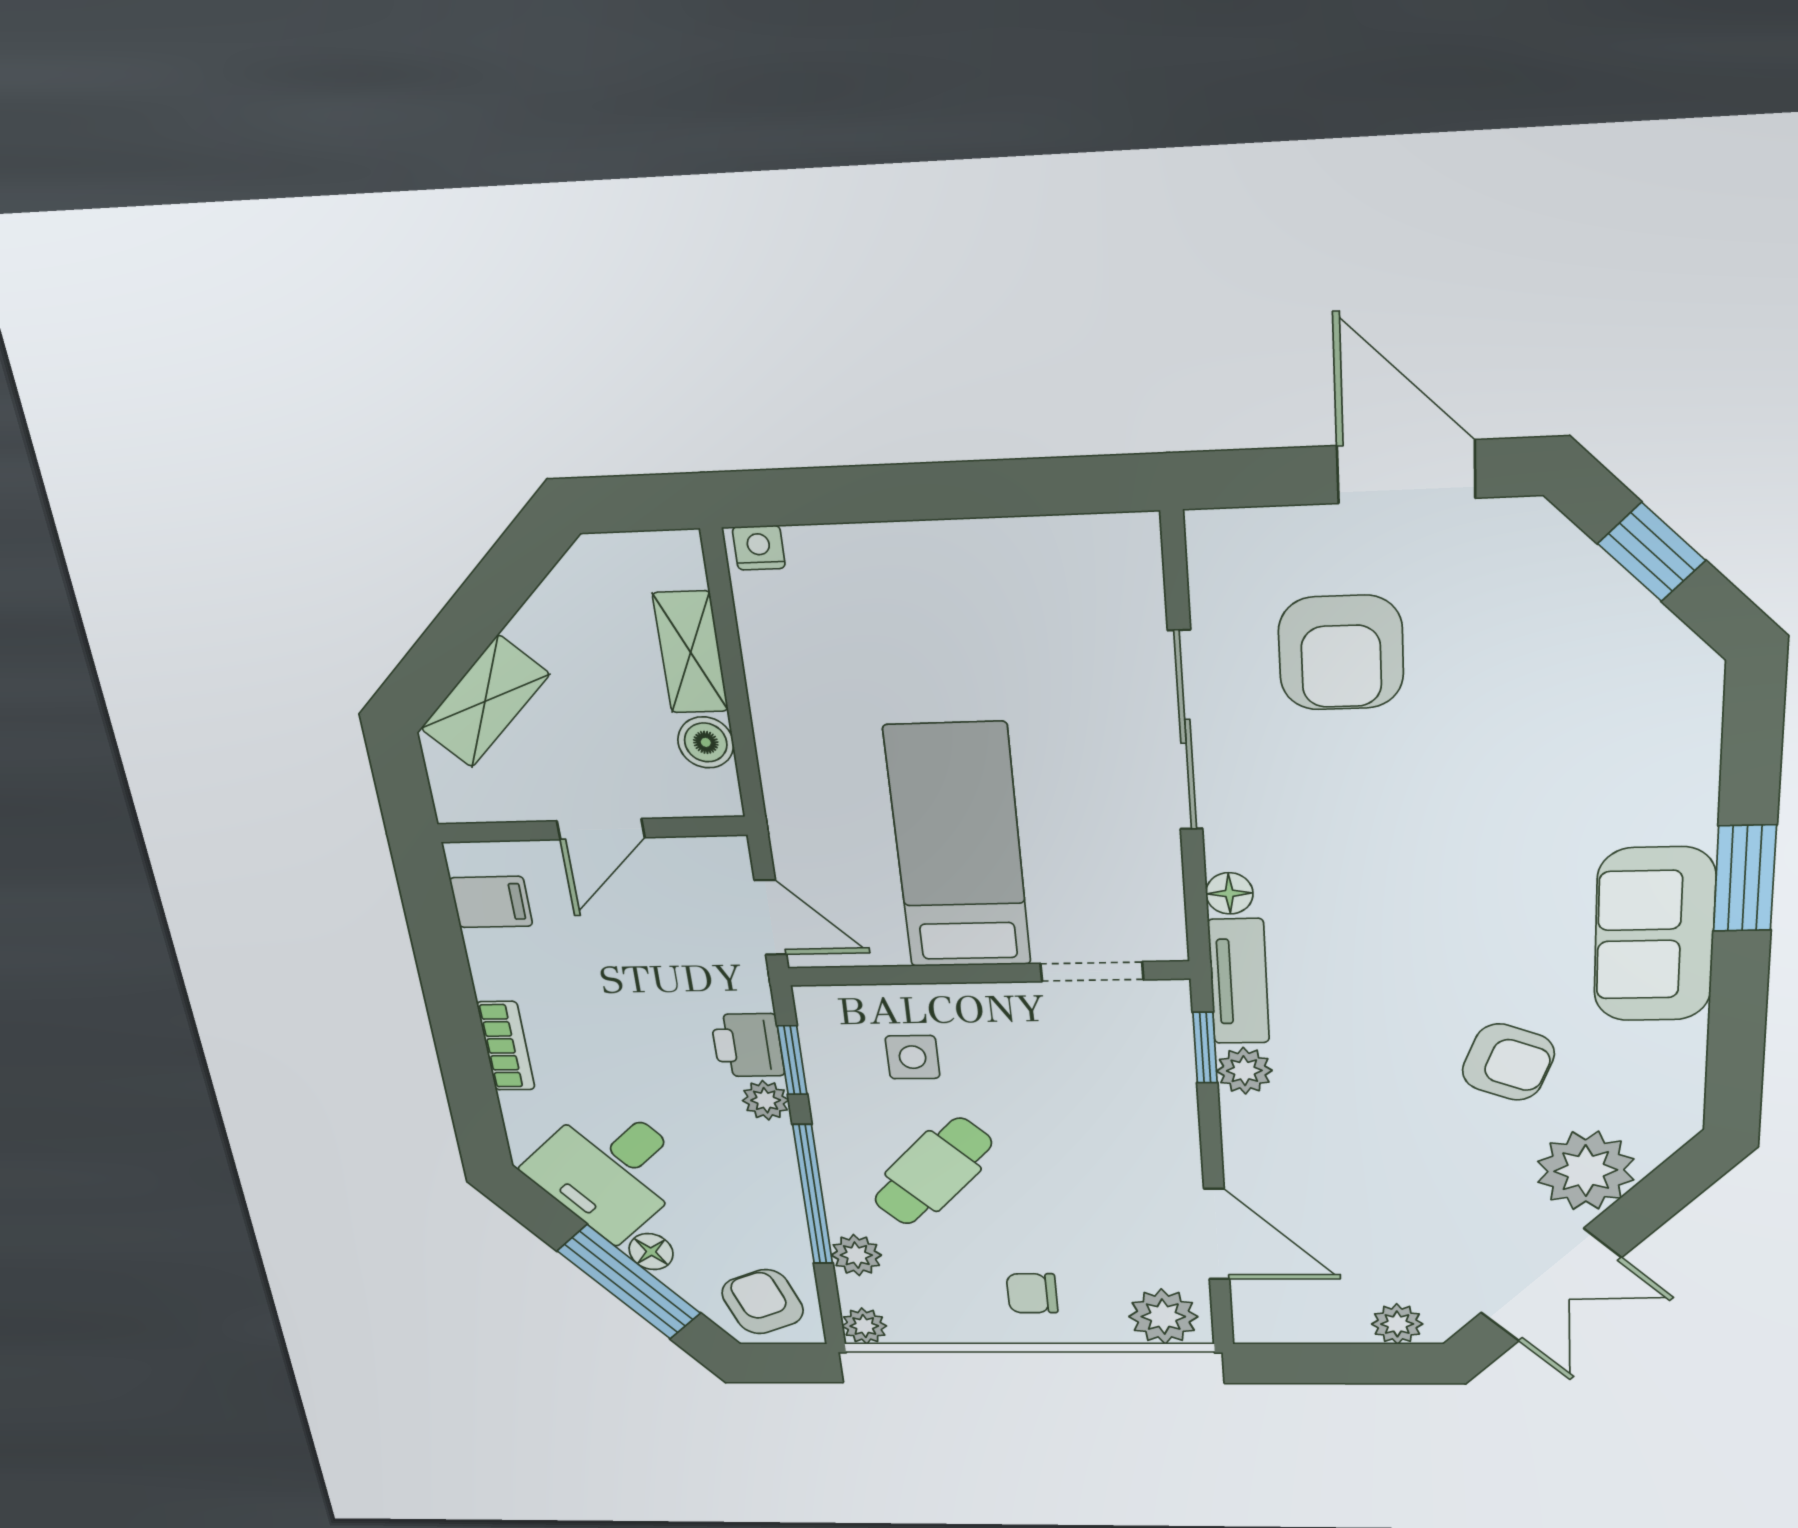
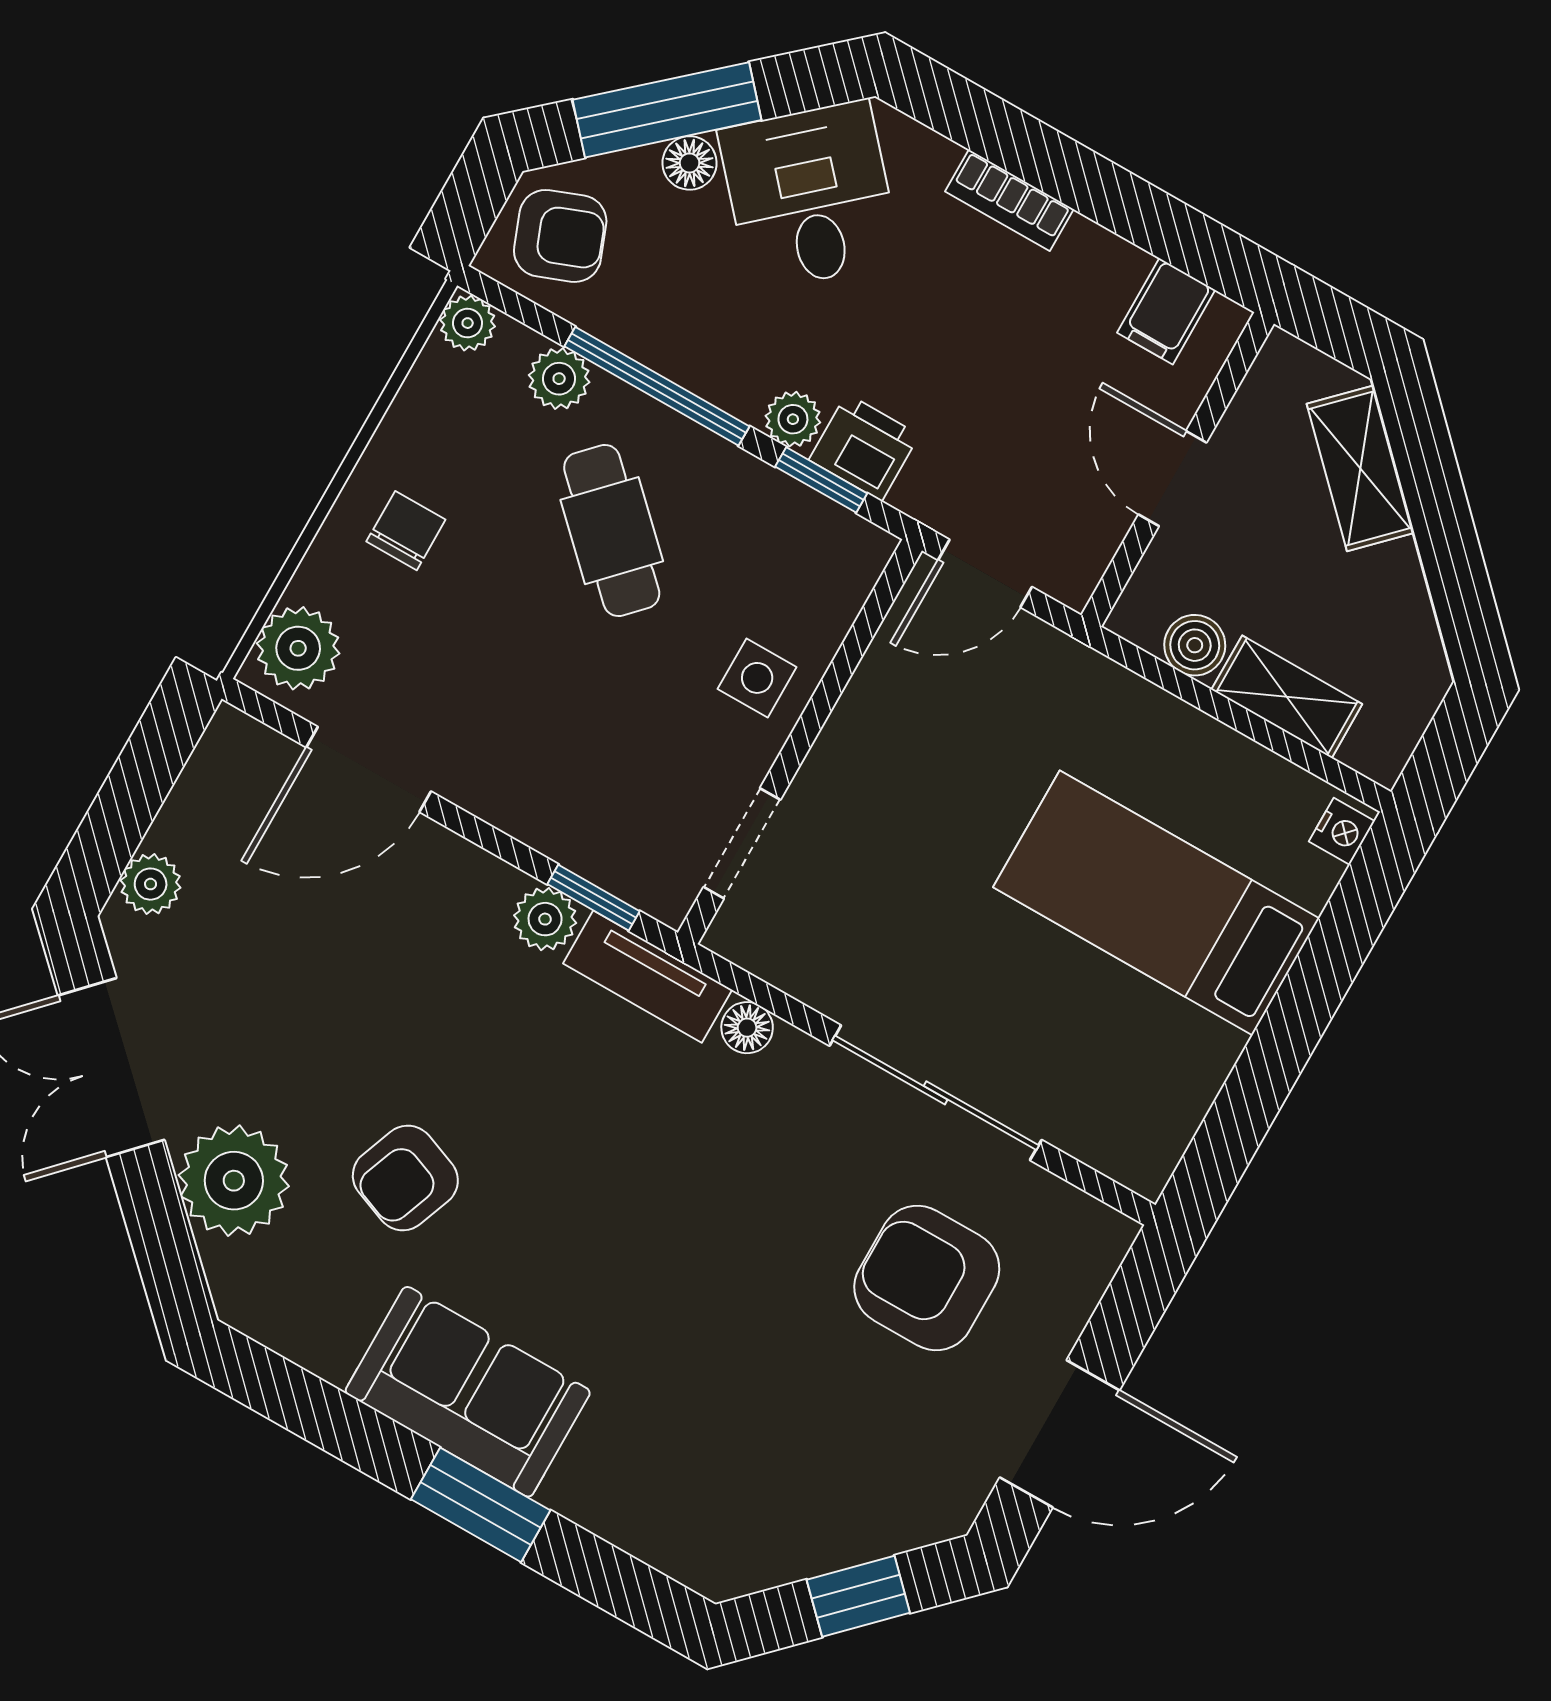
bed: (958, 847) -> (1156, 903), moved, turned 180
side table: (913, 1057) -> (757, 678), moved

